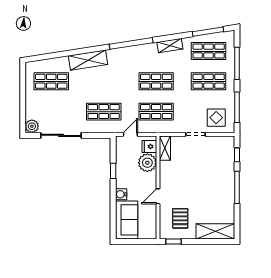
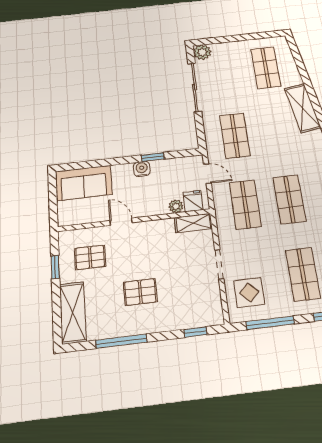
plant: (147, 163) -> (176, 206), width x0.53, depth x0.53
pallet: (207, 187) -> (140, 292), added
window: (237, 187) -> (121, 341), moved
water cooler: (121, 194) -> (142, 169), moved
window: (173, 241) -> (55, 267), moved

